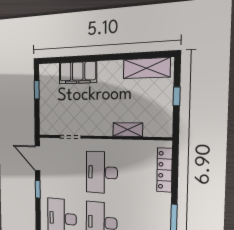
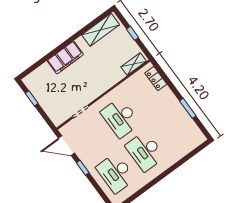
filing cabinet: (78, 73) -> (65, 58), moved
shelving: (128, 130) -> (134, 64), moved
locker: (164, 170) -> (156, 79), width x0.66

